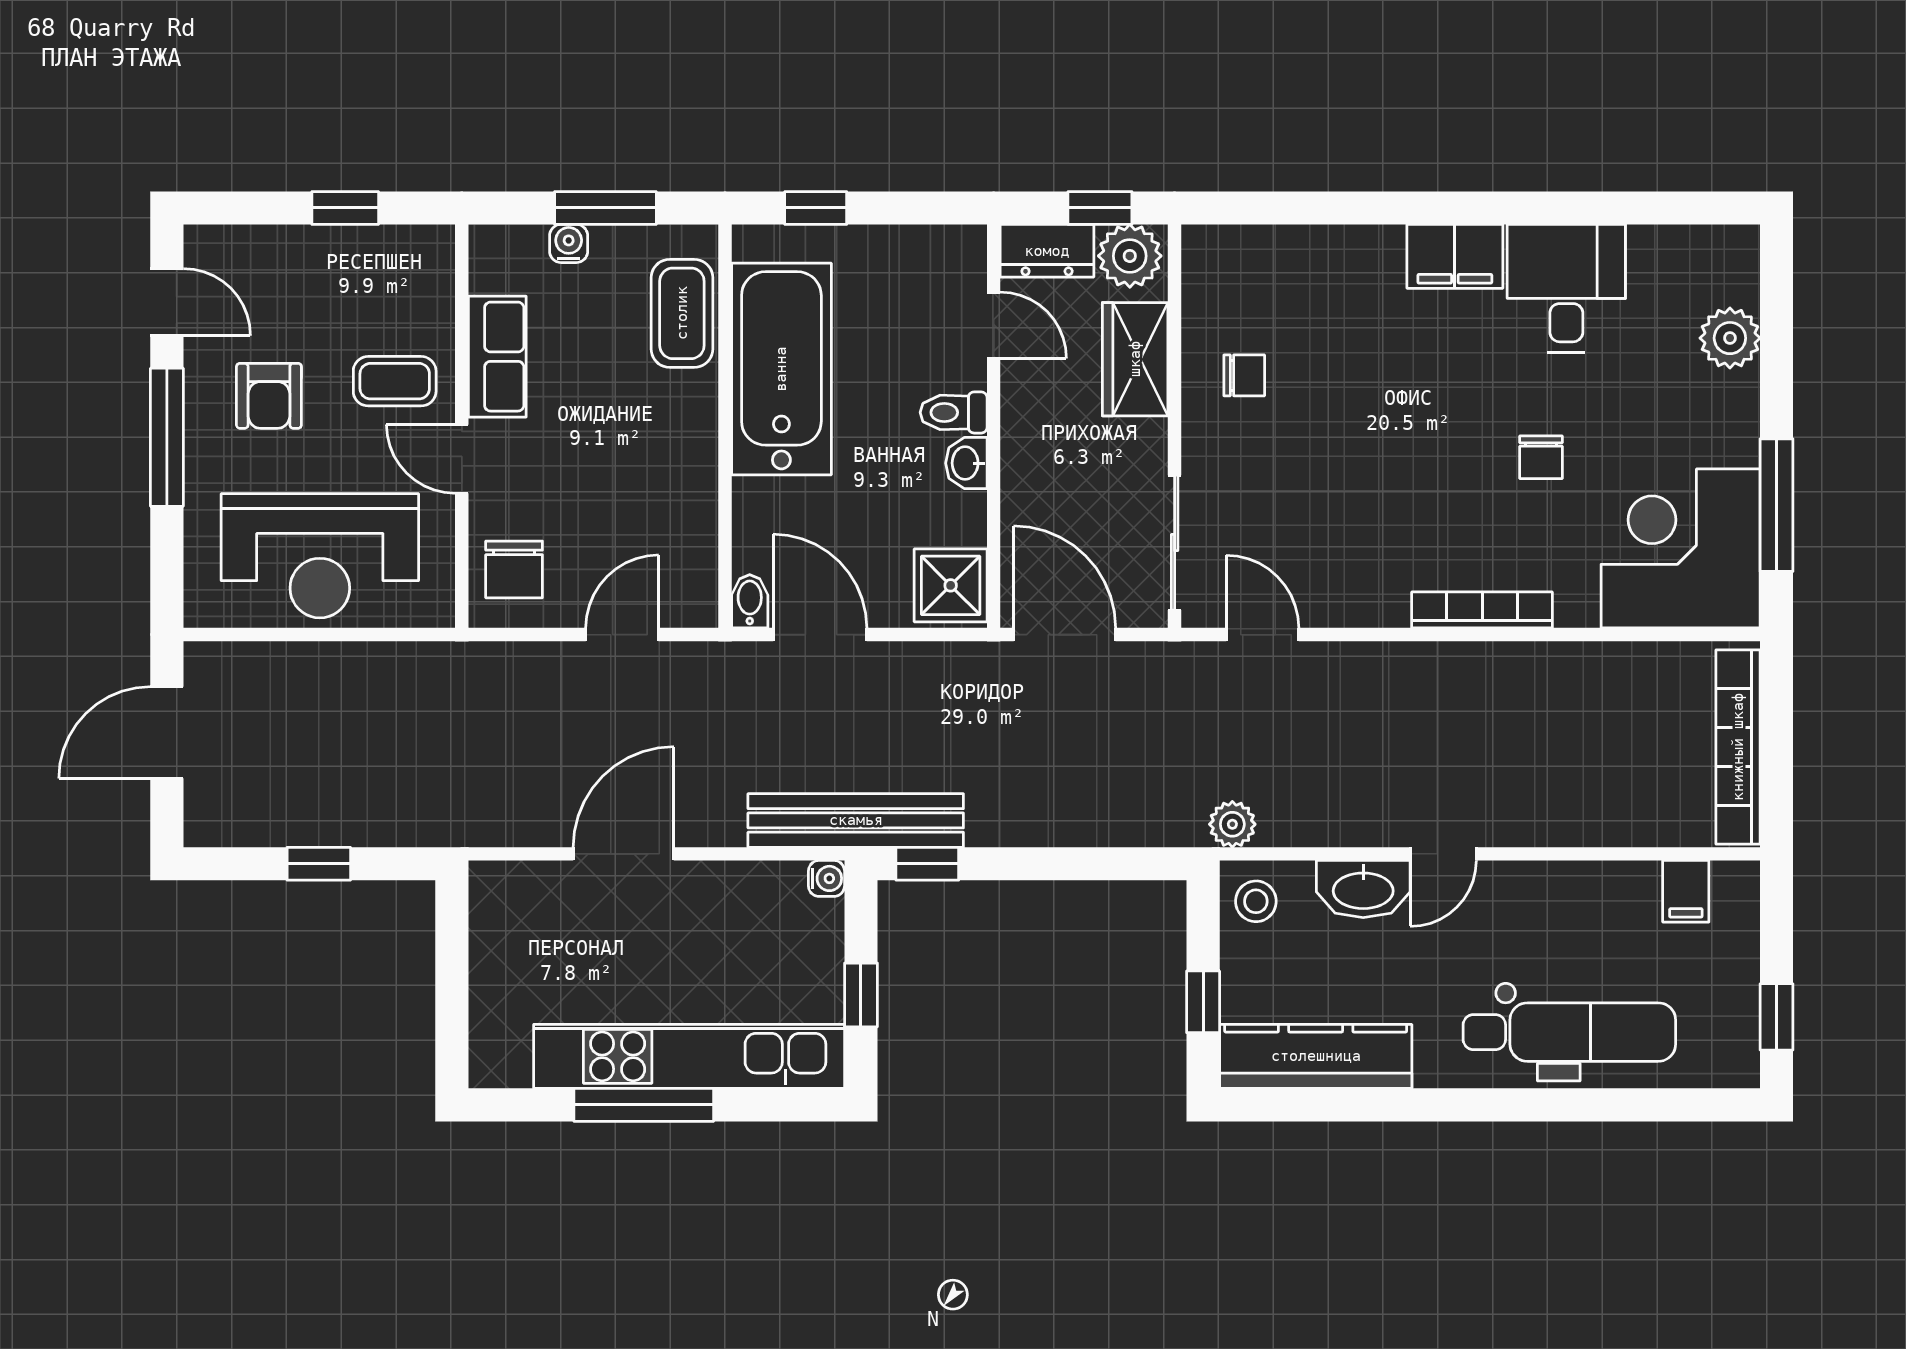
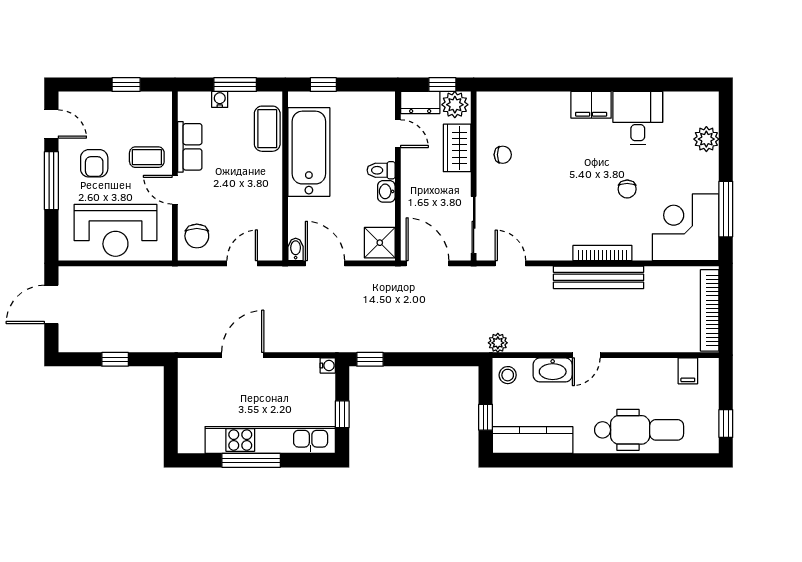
bench: (856, 820) -> (599, 277), moved

